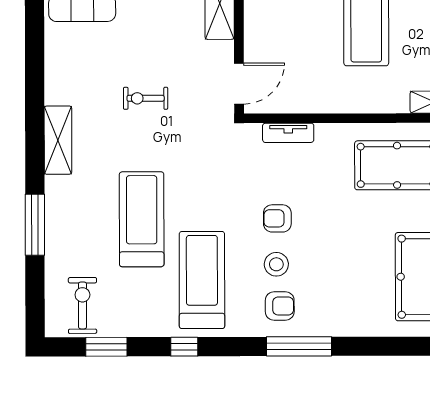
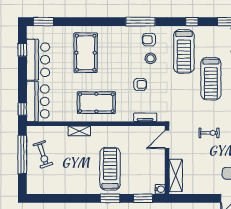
armchair: (277, 218) -> (140, 84), moved

